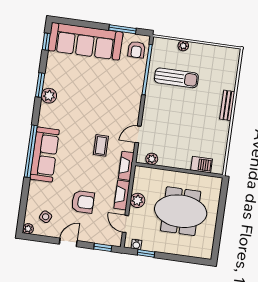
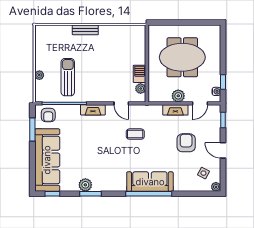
armchair: (136, 50) -> (48, 115), turned 90
plant: (49, 96) -> (85, 185), moved
barbecue: (202, 165) -> (140, 74), moved
fireplace: (126, 166) -> (93, 110), moved
meeting table: (181, 211) -> (182, 57), turned 90

